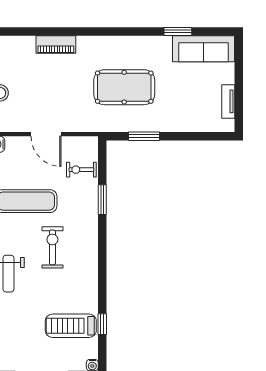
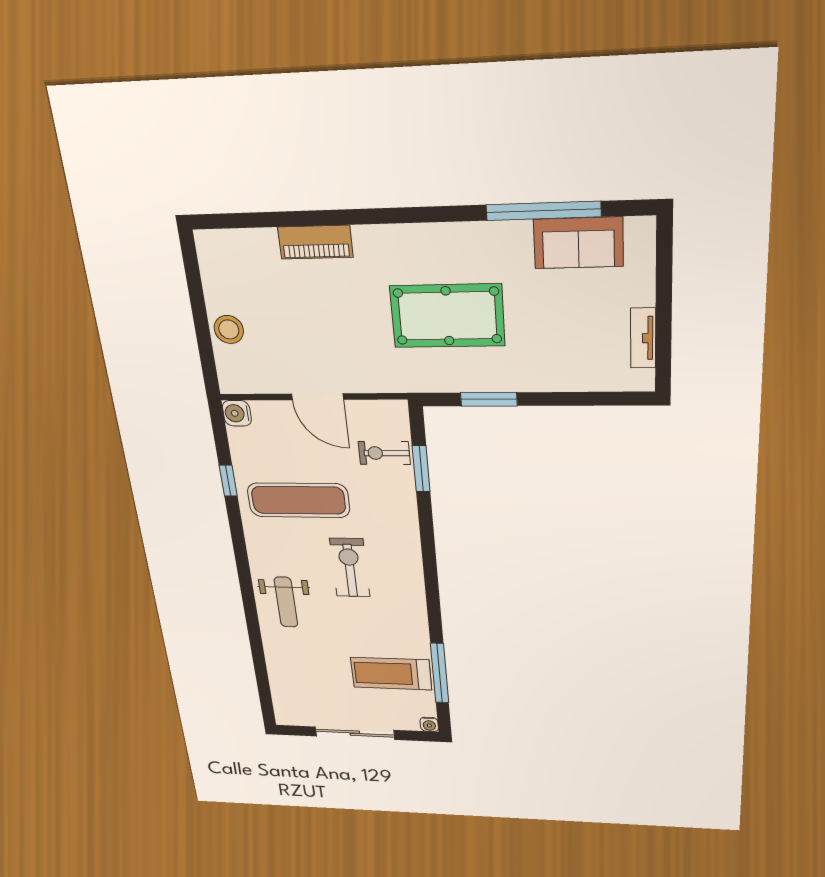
window: (178, 32) -> (543, 211), width x2.11
sofa: (204, 49) -> (578, 243), width x0.73
window: (102, 200) -> (421, 469), moved
window: (102, 324) -> (440, 673), width x2.17

